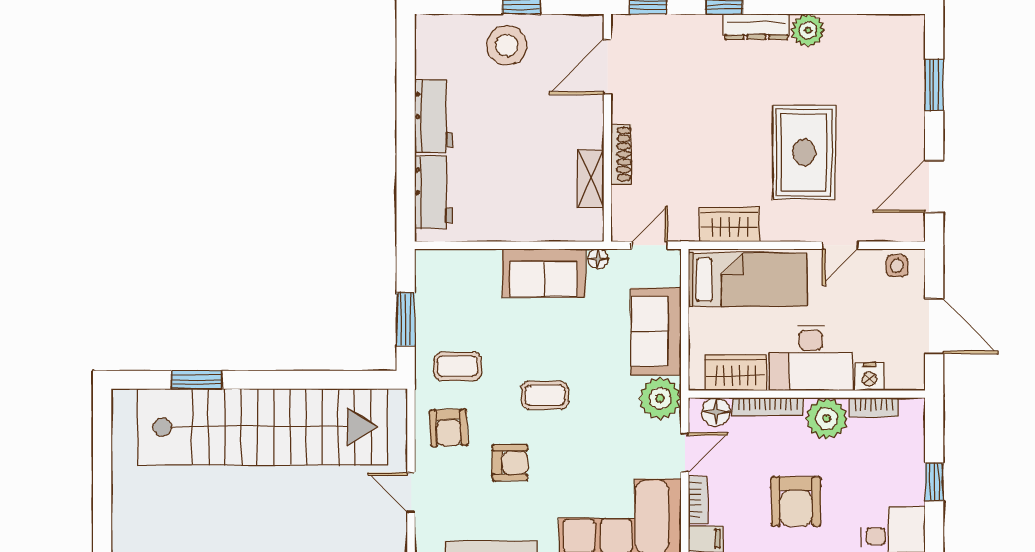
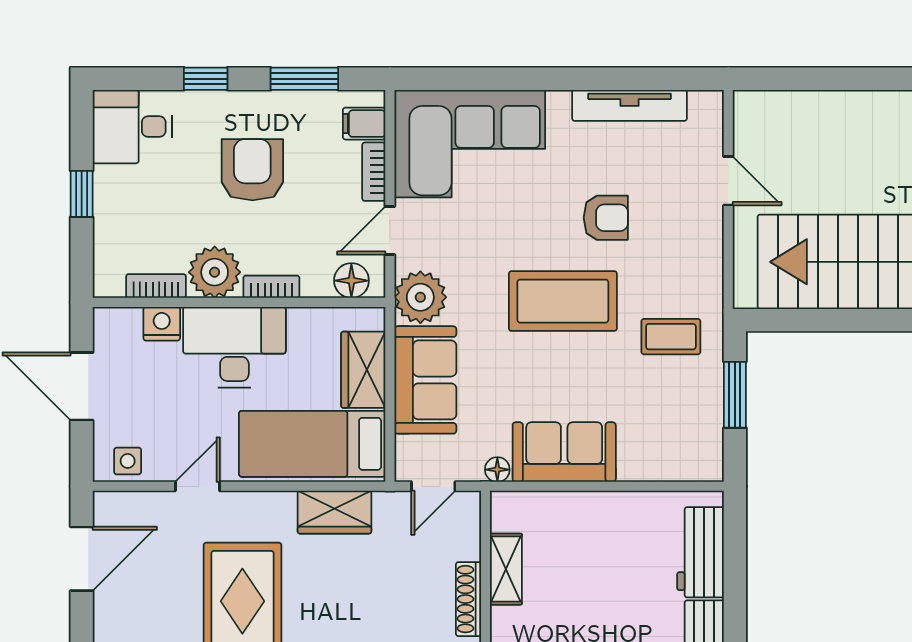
wardrobe: (736, 373) -> (363, 370), moved, turned 90
coffee table: (545, 395) -> (563, 301), width x1.86, depth x1.72
bookcase: (768, 407) -> (271, 287), width x0.64
armchair: (449, 428) -> (682, 261), removed
armchair: (510, 463) -> (606, 218), turned 180

